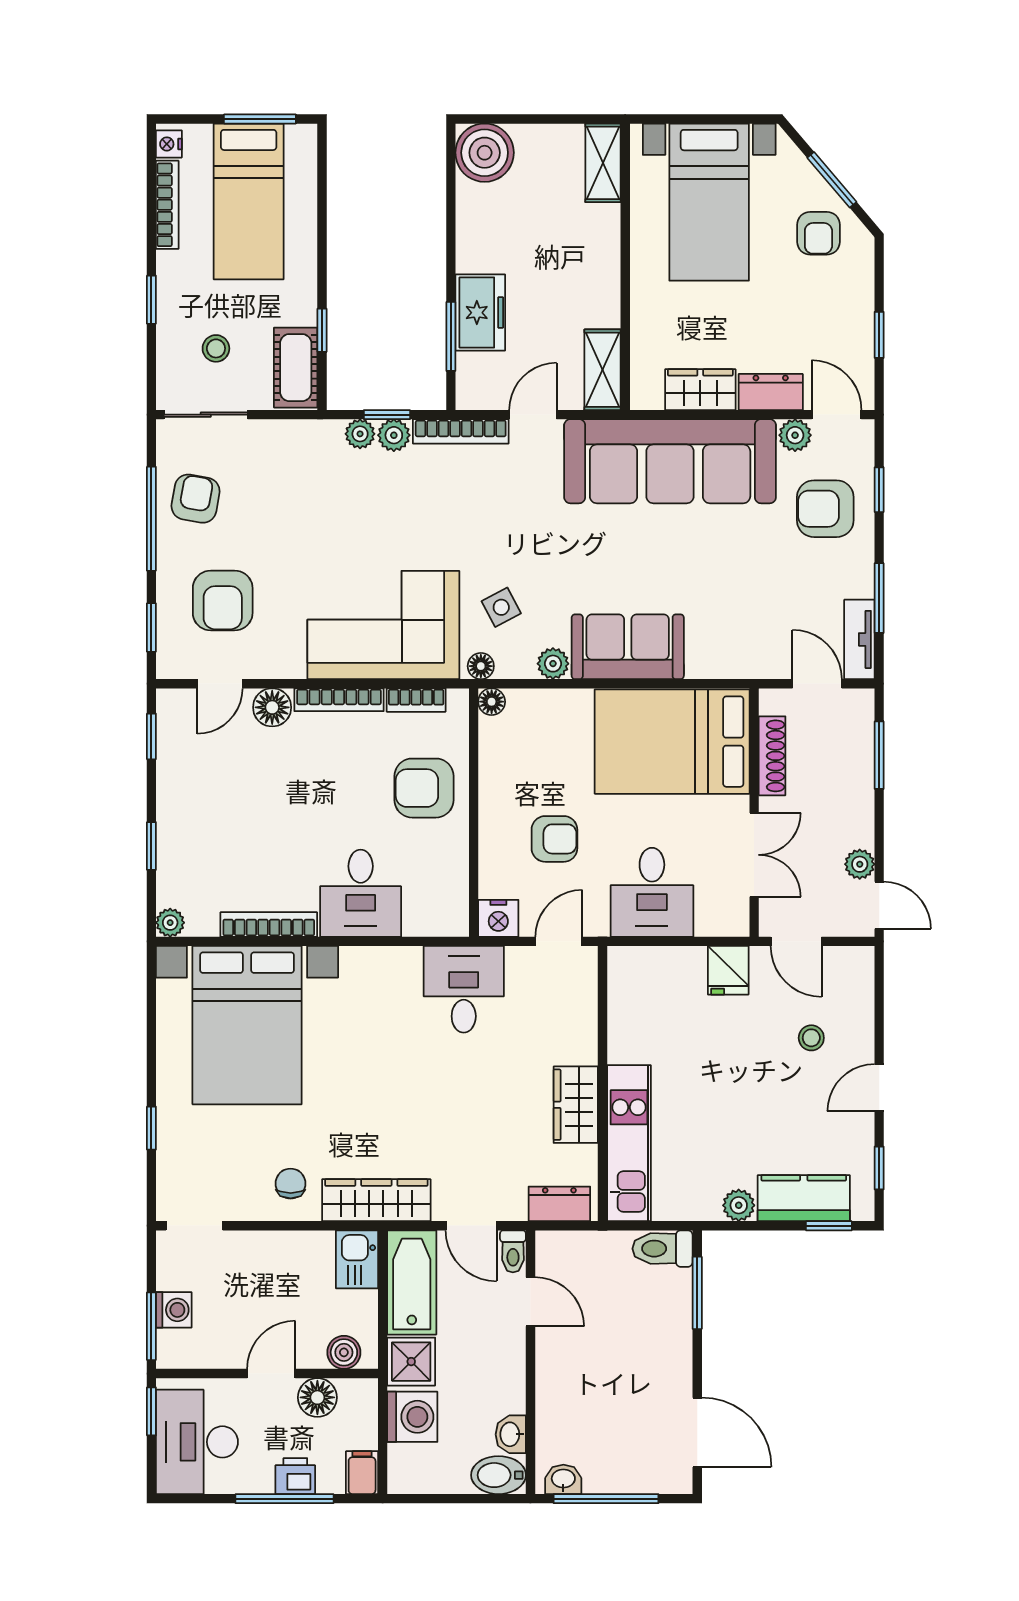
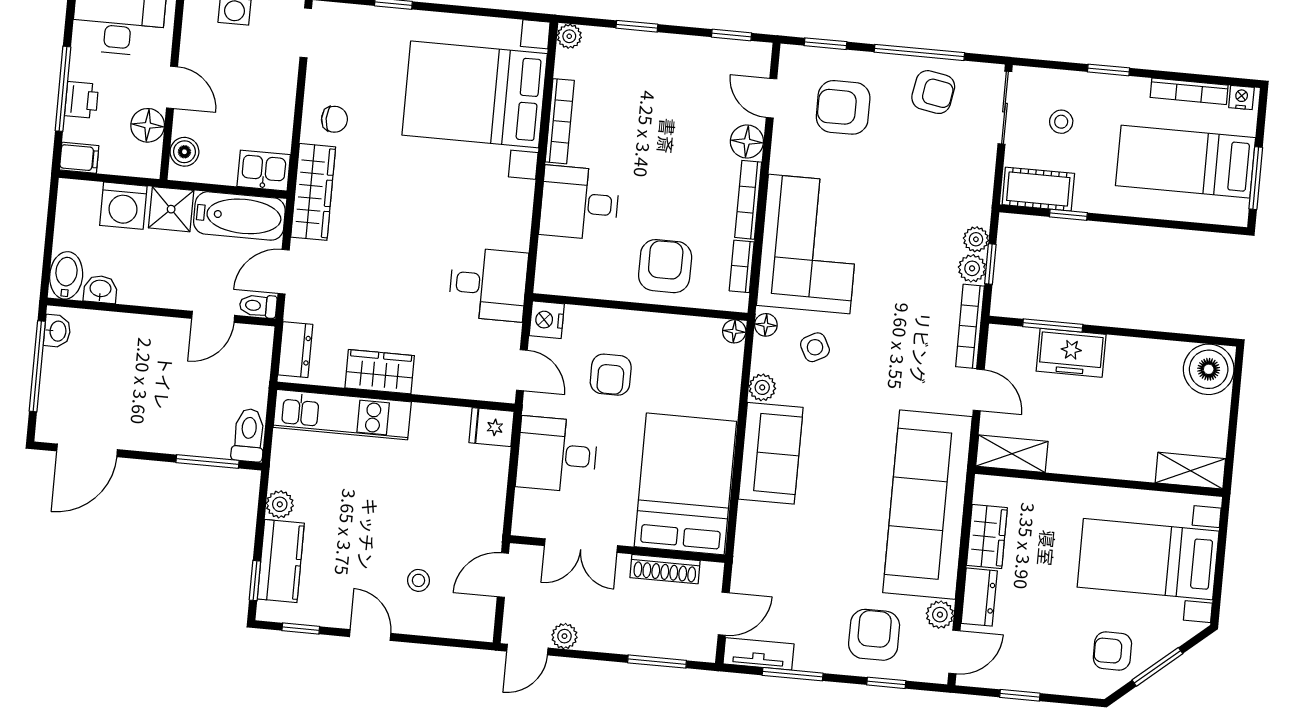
fridge: (728, 970) -> (492, 427), moved

